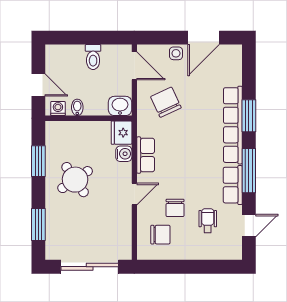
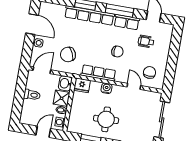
shower: (96, 104) -> (62, 98), added
water cooler: (124, 154) -> (106, 88), moved
row of seats: (146, 155) -> (98, 73), width x1.48
round table: (75, 180) -> (106, 119), turned 31
door: (134, 194) -> (134, 86), moved
chair: (175, 208) -> (117, 51), moved

